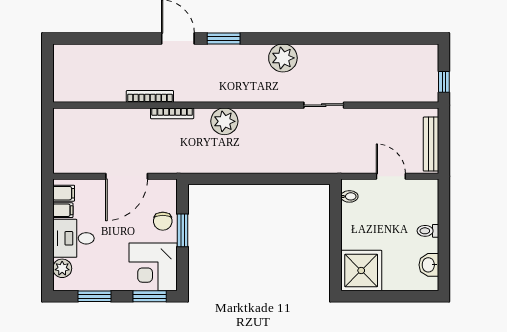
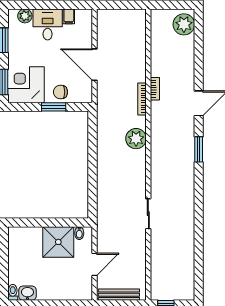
window: (224, 38) -> (199, 149), moved
plant: (283, 58) -> (184, 24), moved
bookcase: (150, 96) -> (155, 89), width x0.64
filing cabinet: (64, 193) -> (82, 17), removed
toilet: (428, 231) -> (13, 292), moved
shower: (361, 270) -> (58, 242), moved

